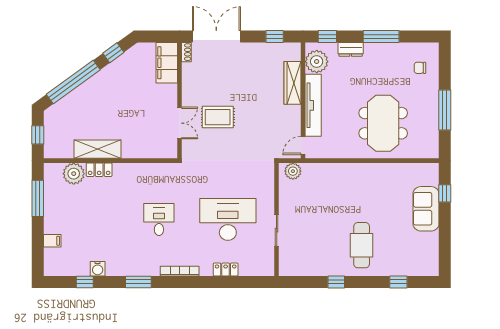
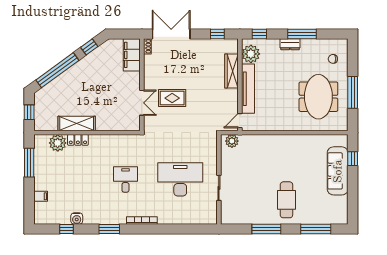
dresser: (351, 49) -> (290, 44), moved
meeting table: (383, 123) -> (318, 97), moved
sofa: (426, 209) -> (338, 171), width x1.36
locker: (226, 269) -> (178, 219), removed
window: (336, 282) -> (266, 229), width x2.17
window: (398, 282) -> (316, 229), width x2.17

